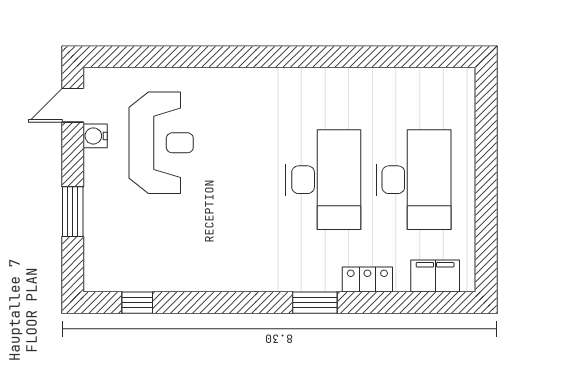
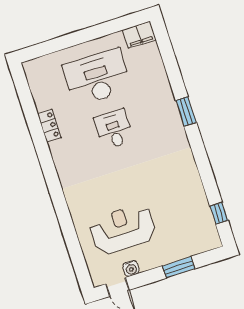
desk: (323, 180) -> (114, 129), width x0.53, depth x0.77
filing cabinet: (435, 276) -> (139, 35), moved, turned -90
locker: (367, 280) -> (49, 126), moved, turned 180

